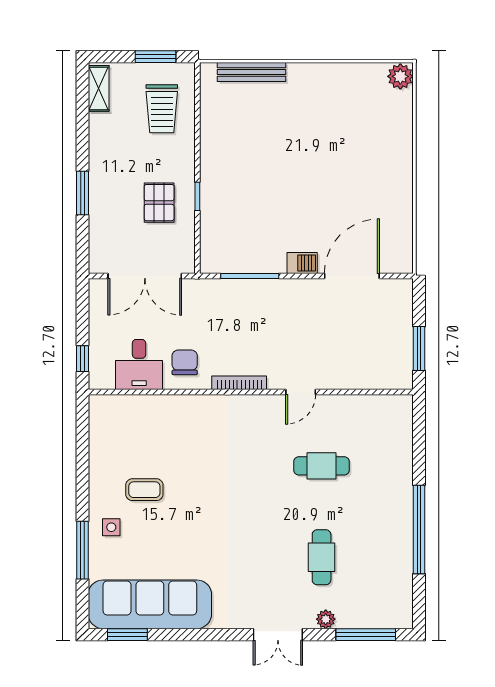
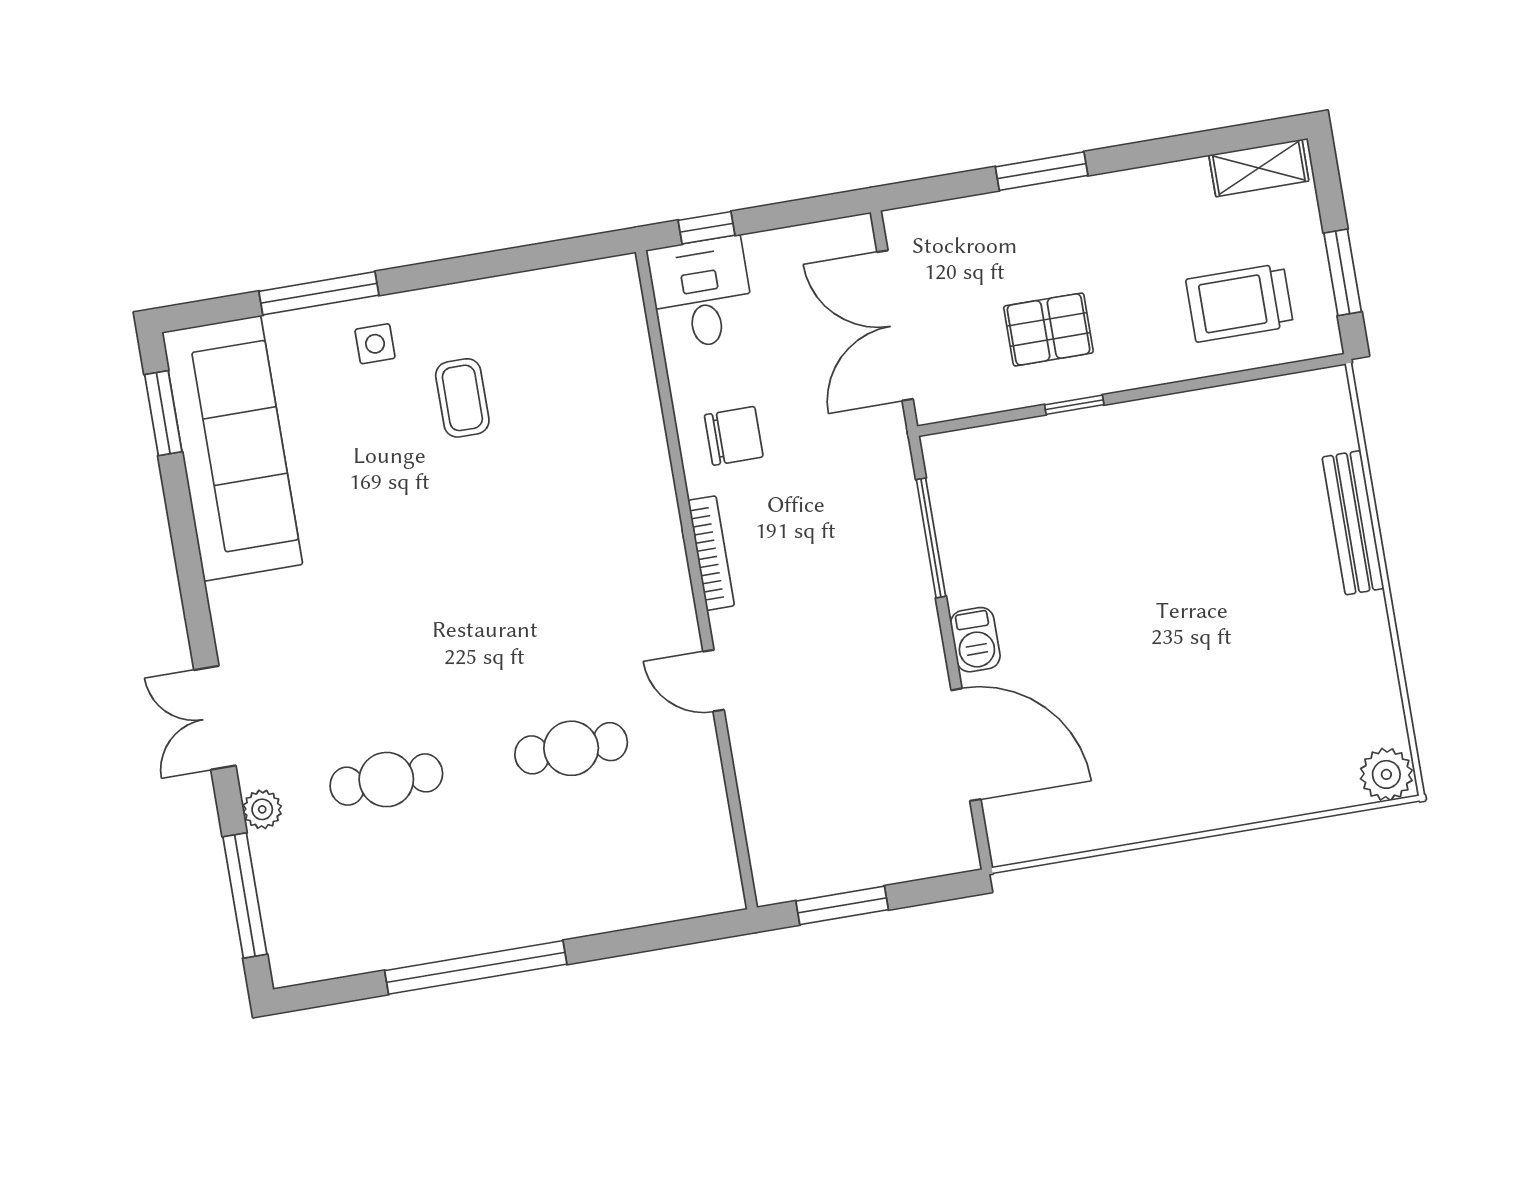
bench: (252, 72) -> (1353, 523), moved
desk: (139, 365) -> (701, 293), moved, turned 90
cafe table: (322, 466) -> (571, 748), turned 90

